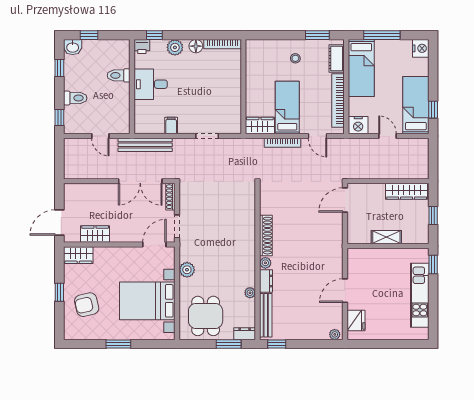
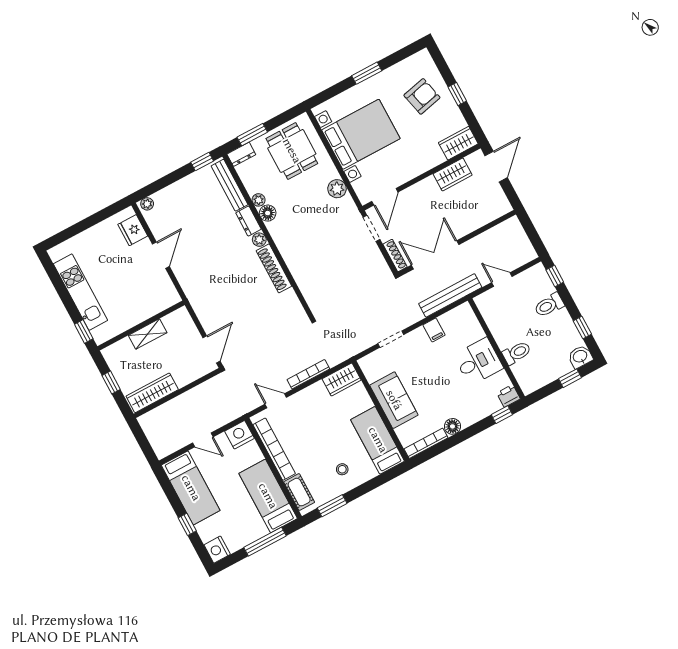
plant: (175, 47) -> (474, 413), removed
sofa: (229, 89) -> (394, 400), added
bed: (287, 108) -> (378, 440), moved, turned 180
window: (433, 110) -> (187, 524), moved
floor lamp: (248, 279) -> (268, 213), added

